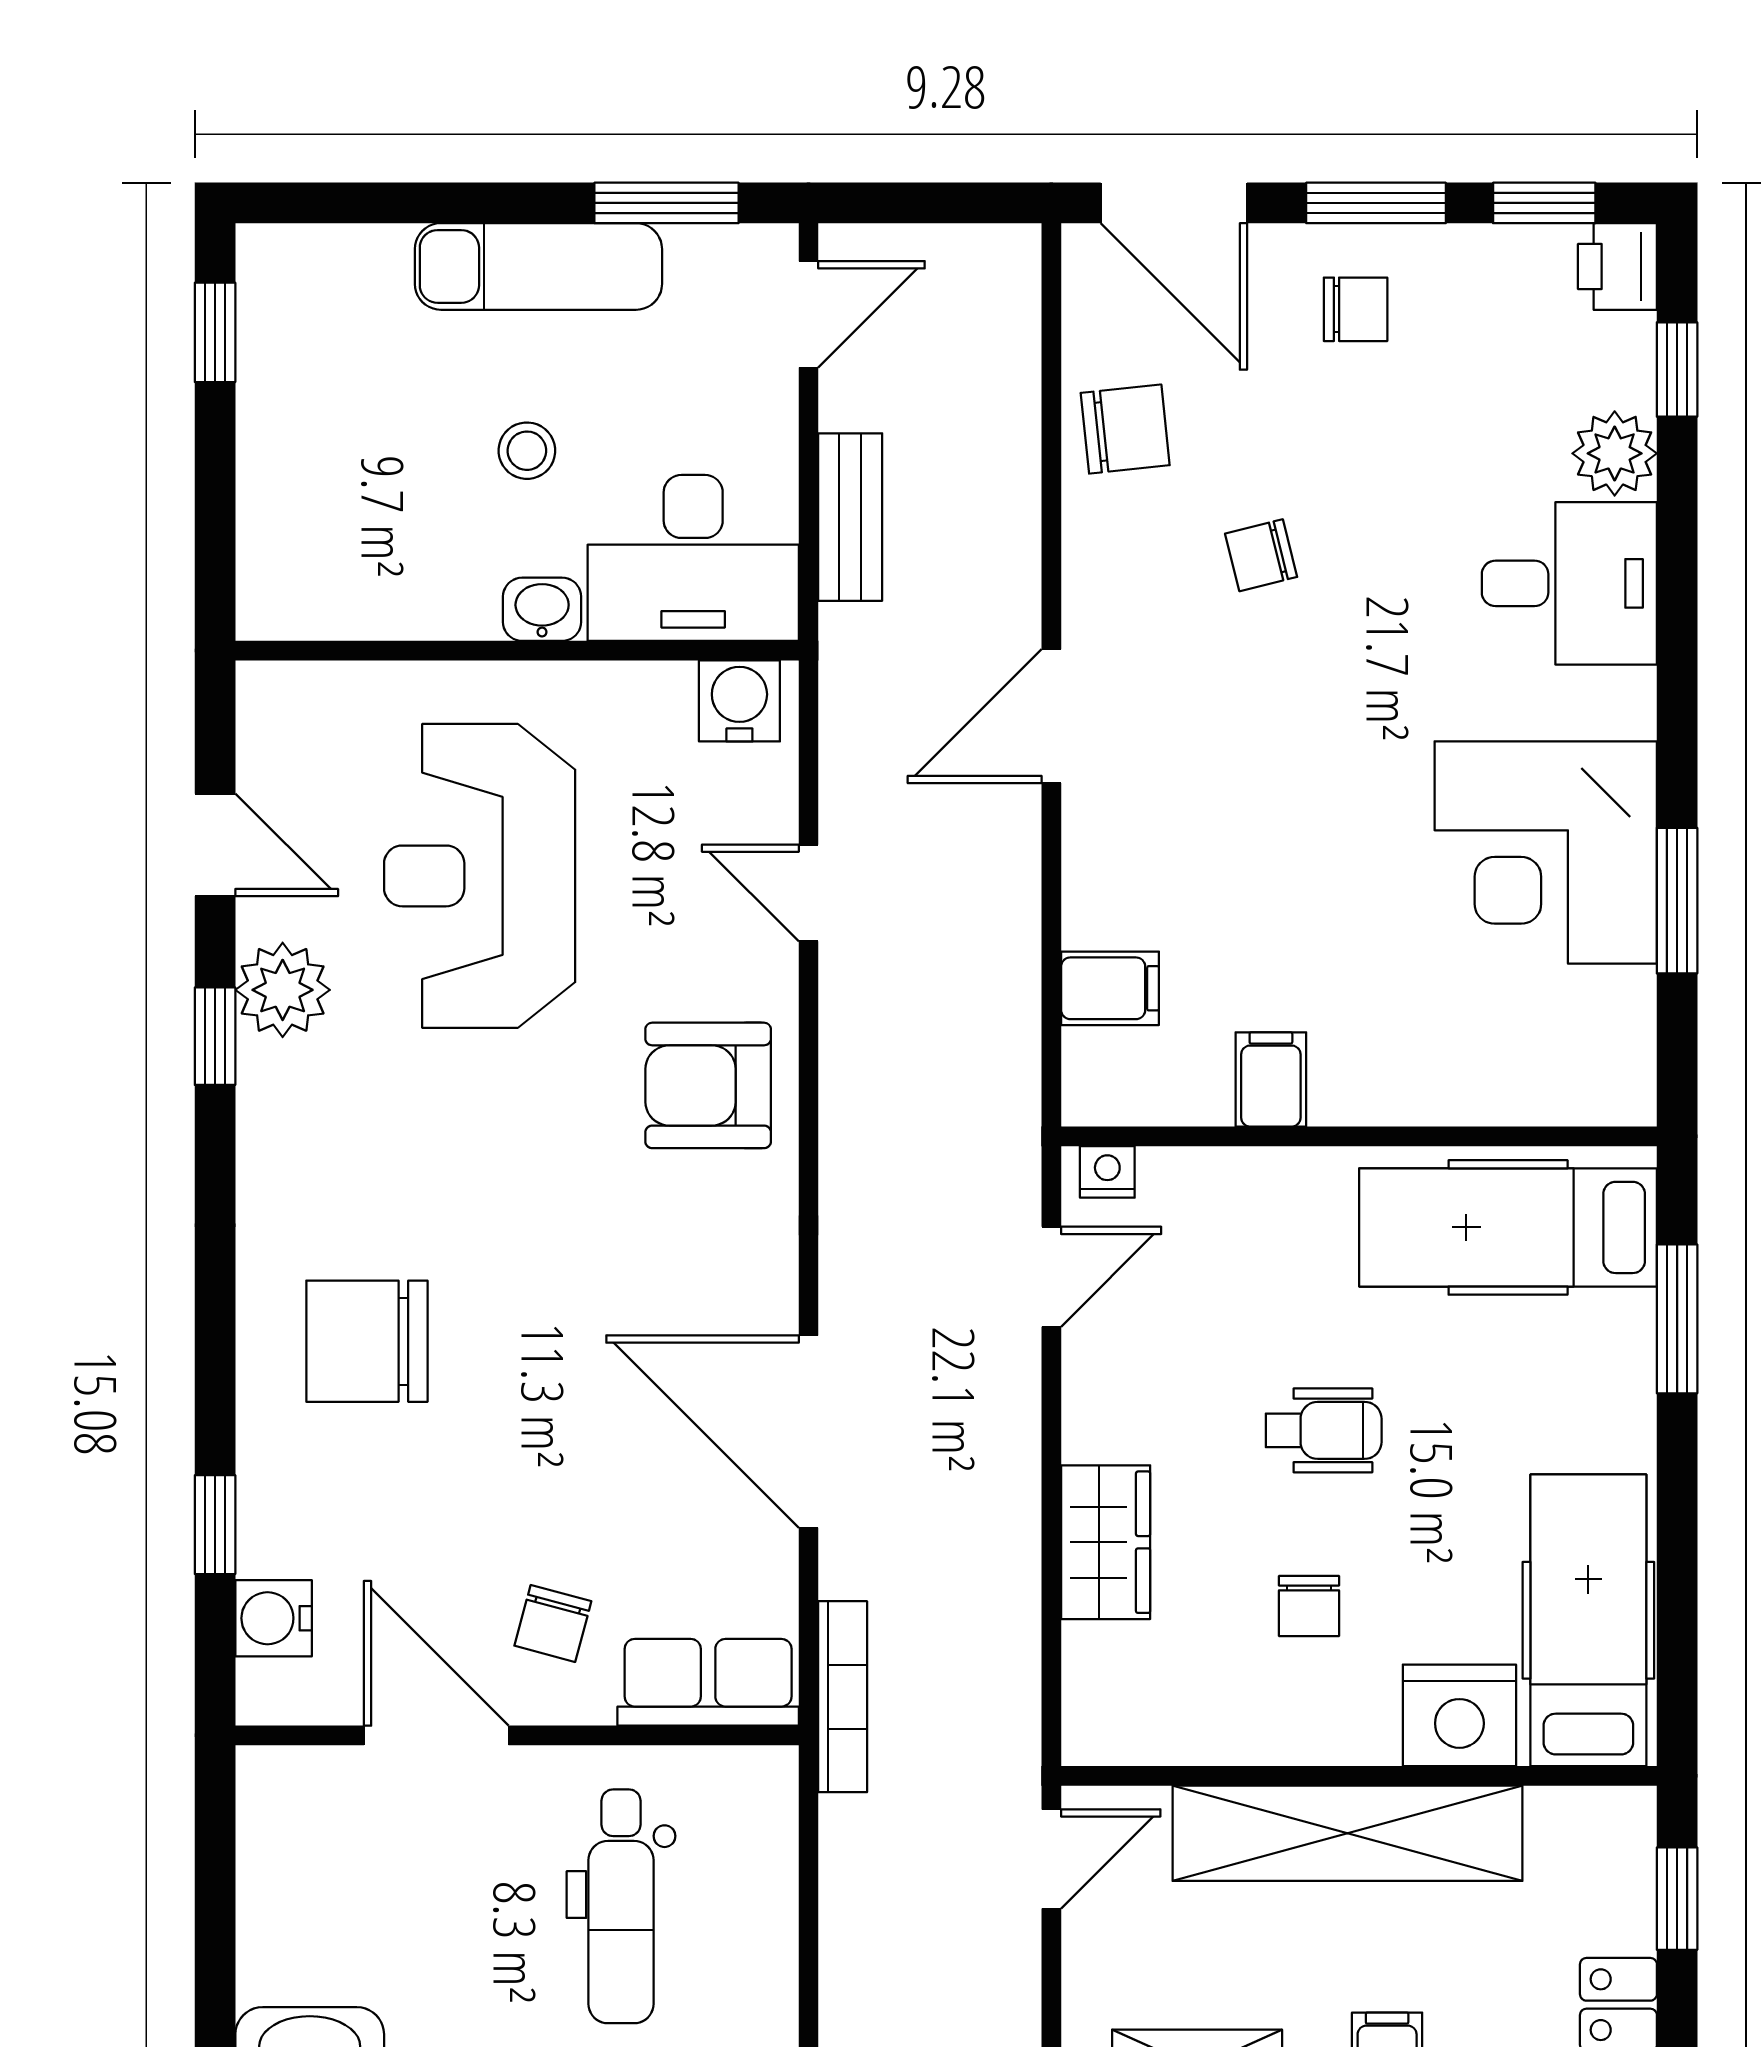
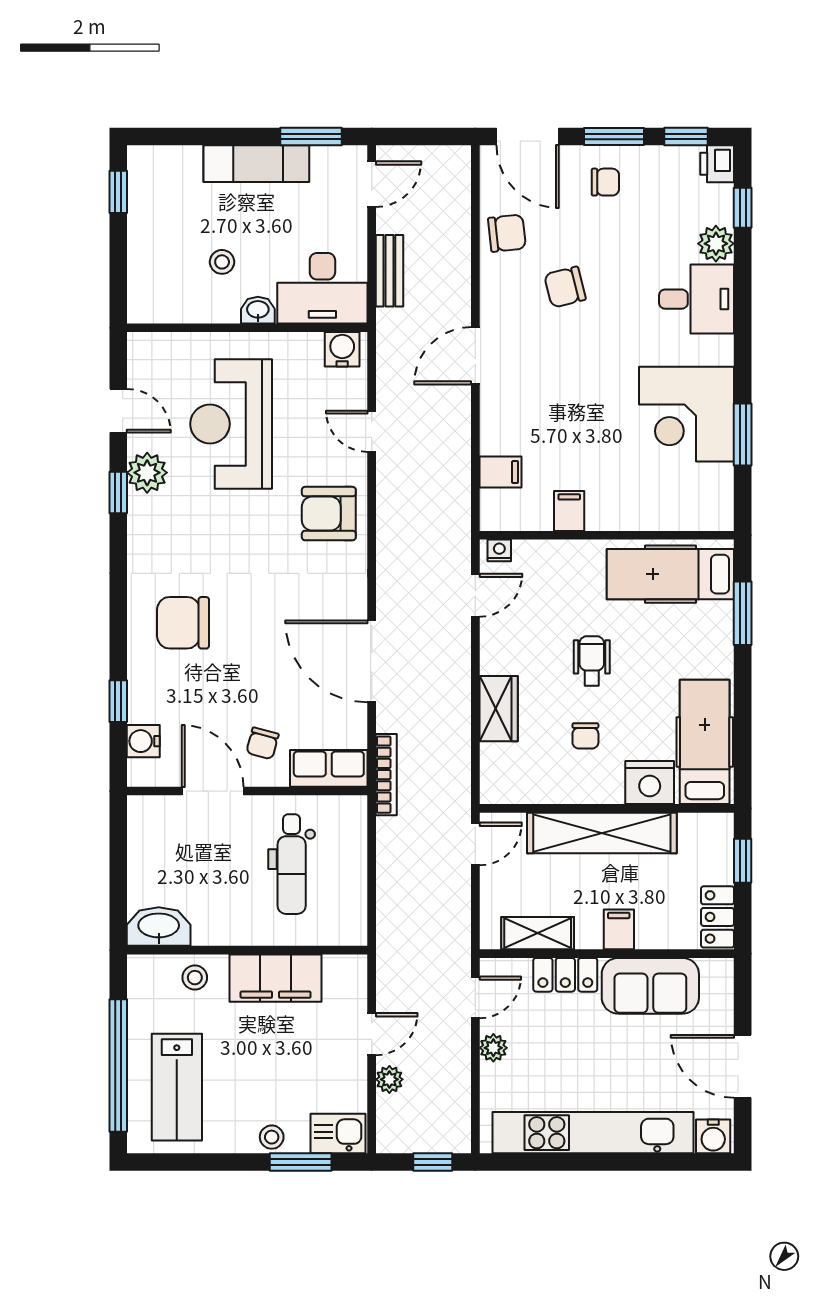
stool: (527, 451) -> (222, 262), moved
chair: (1261, 555) -> (565, 287), width x1.37, depth x1.37
wheelchair: (1324, 1430) -> (592, 661), turned -90

